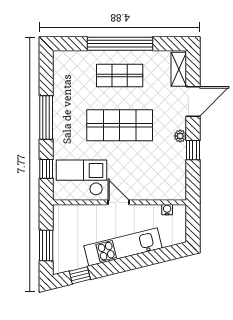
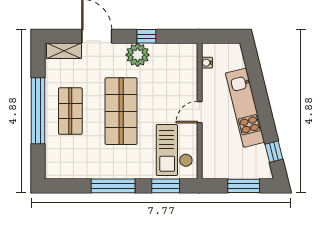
plant: (180, 136) -> (138, 55), width x1.88, depth x1.88
window: (46, 169) -> (166, 186), width x1.50

